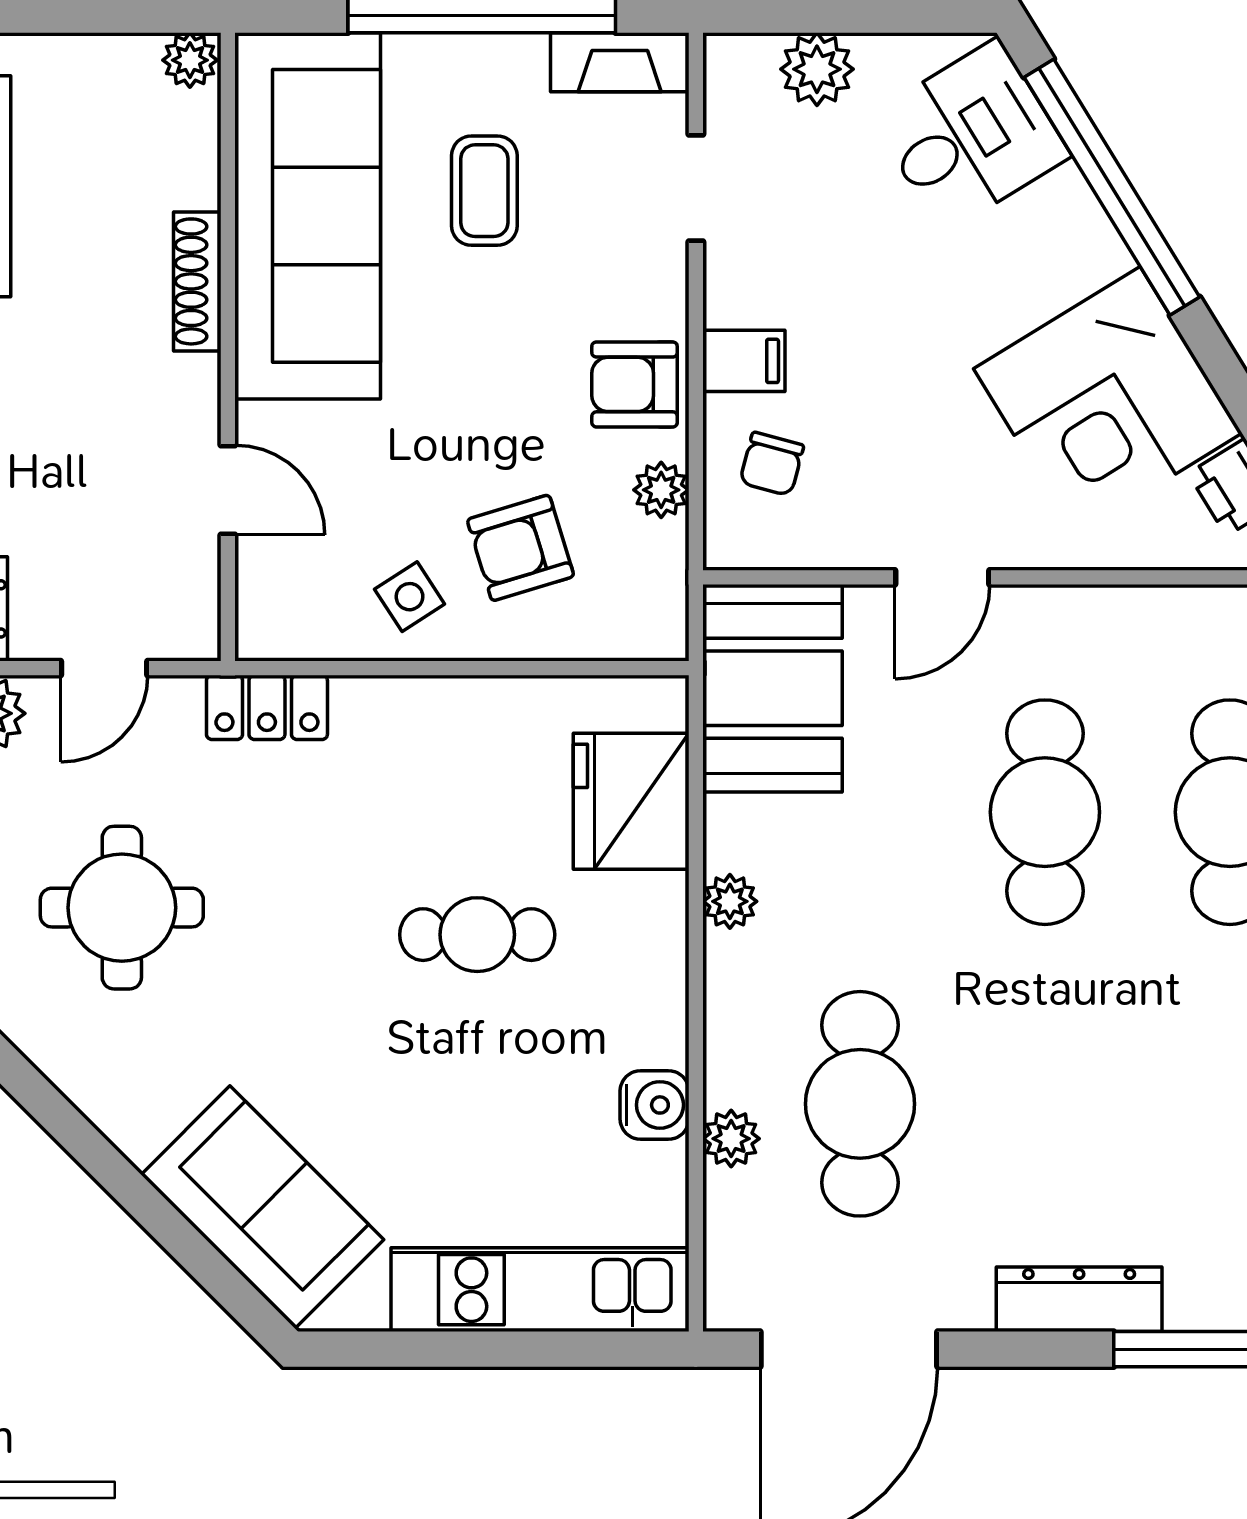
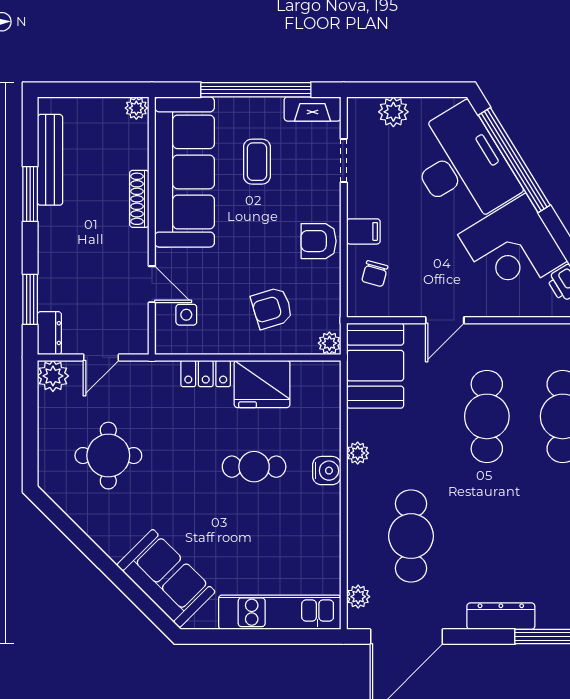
desk: (970, 136) -> (461, 166), width x1.87, depth x1.30
plant: (661, 490) -> (329, 343), moved
side table: (410, 597) -> (186, 315), moved, turned 33
locker: (267, 707) -> (206, 373), moved
fridge: (631, 801) -> (262, 384), moved, turned -90
water cooler: (654, 1105) -> (327, 471), moved
plant: (731, 1139) -> (358, 597), moved

